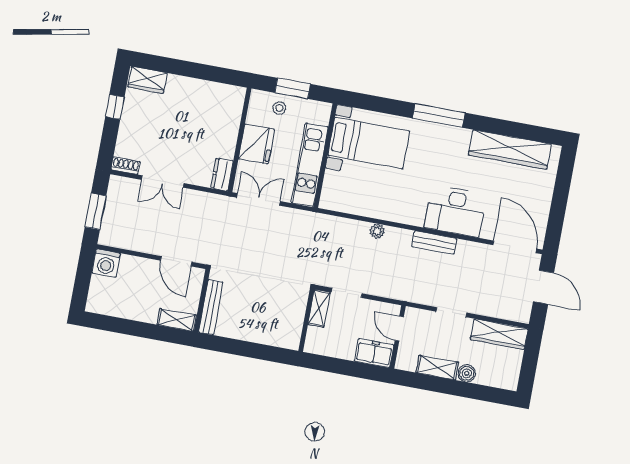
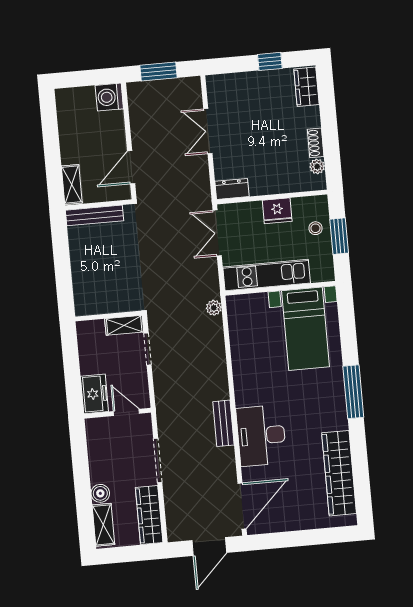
plant: (223, 91) -> (317, 166), added
fridge: (256, 144) -> (277, 211), width x0.73, depth x0.75
shoe rack: (126, 166) -> (316, 143), moved, turned 180
double door: (258, 199) -> (217, 233), swing flipped
plant: (377, 231) -> (214, 308), moved
doorway: (451, 312) -> (158, 460), width x1.38
door: (399, 329) -> (126, 412), hinge flipped
shelving: (437, 368) -> (103, 525), moved

